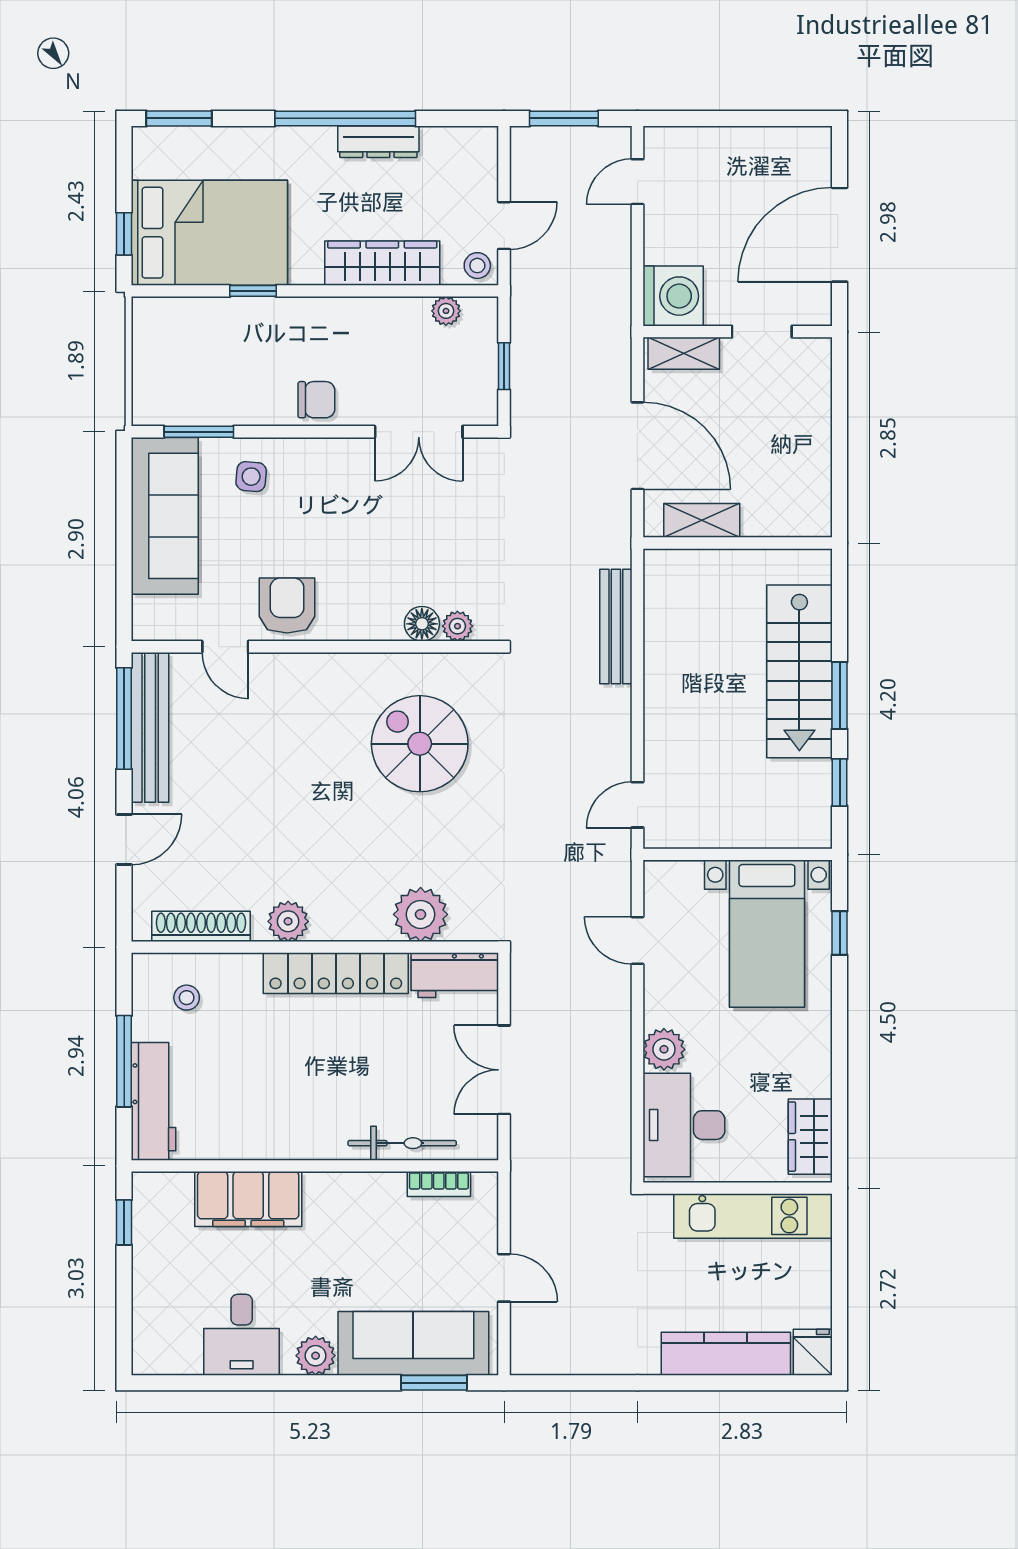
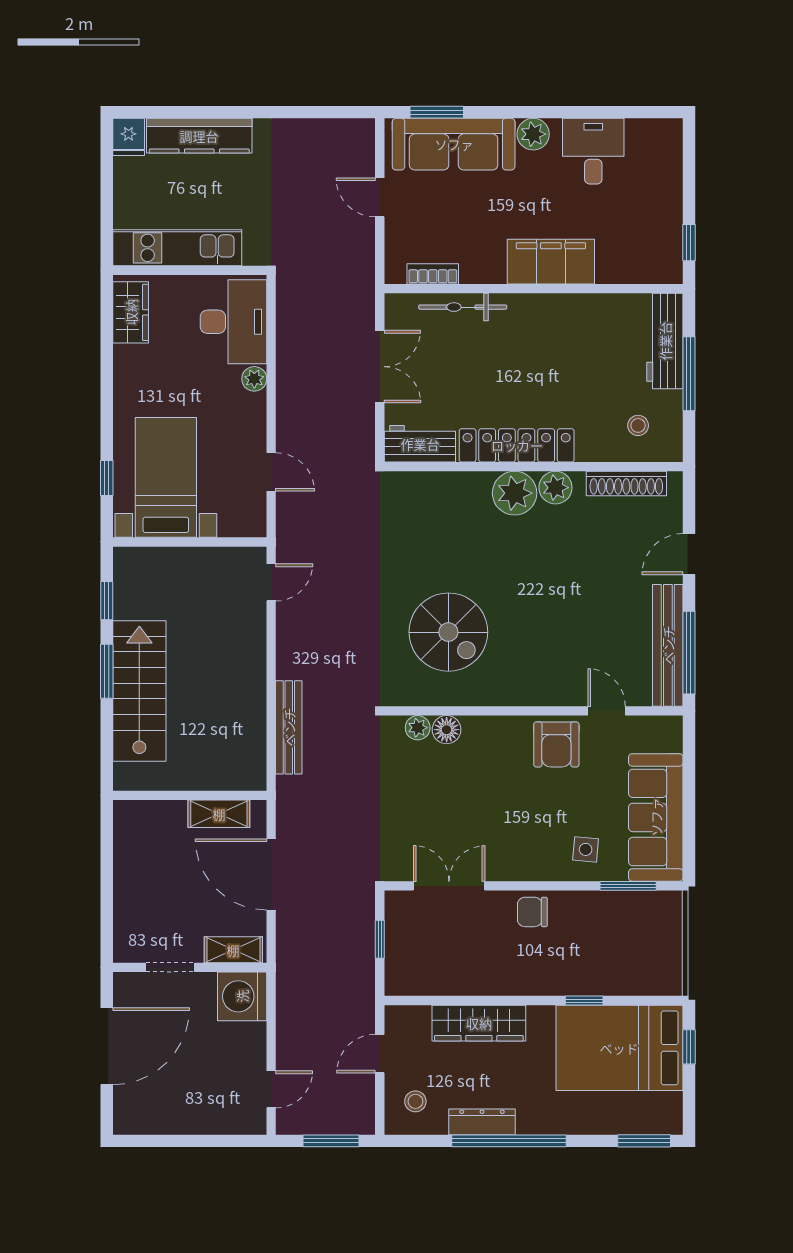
stool: (477, 266) -> (415, 1101), moved
plant: (446, 311) -> (427, 984), removed
plant: (421, 914) -> (515, 493), moved
plant: (664, 1049) -> (254, 379), width x0.73, depth x0.73
filing cabinet: (248, 1199) -> (551, 262), moved

